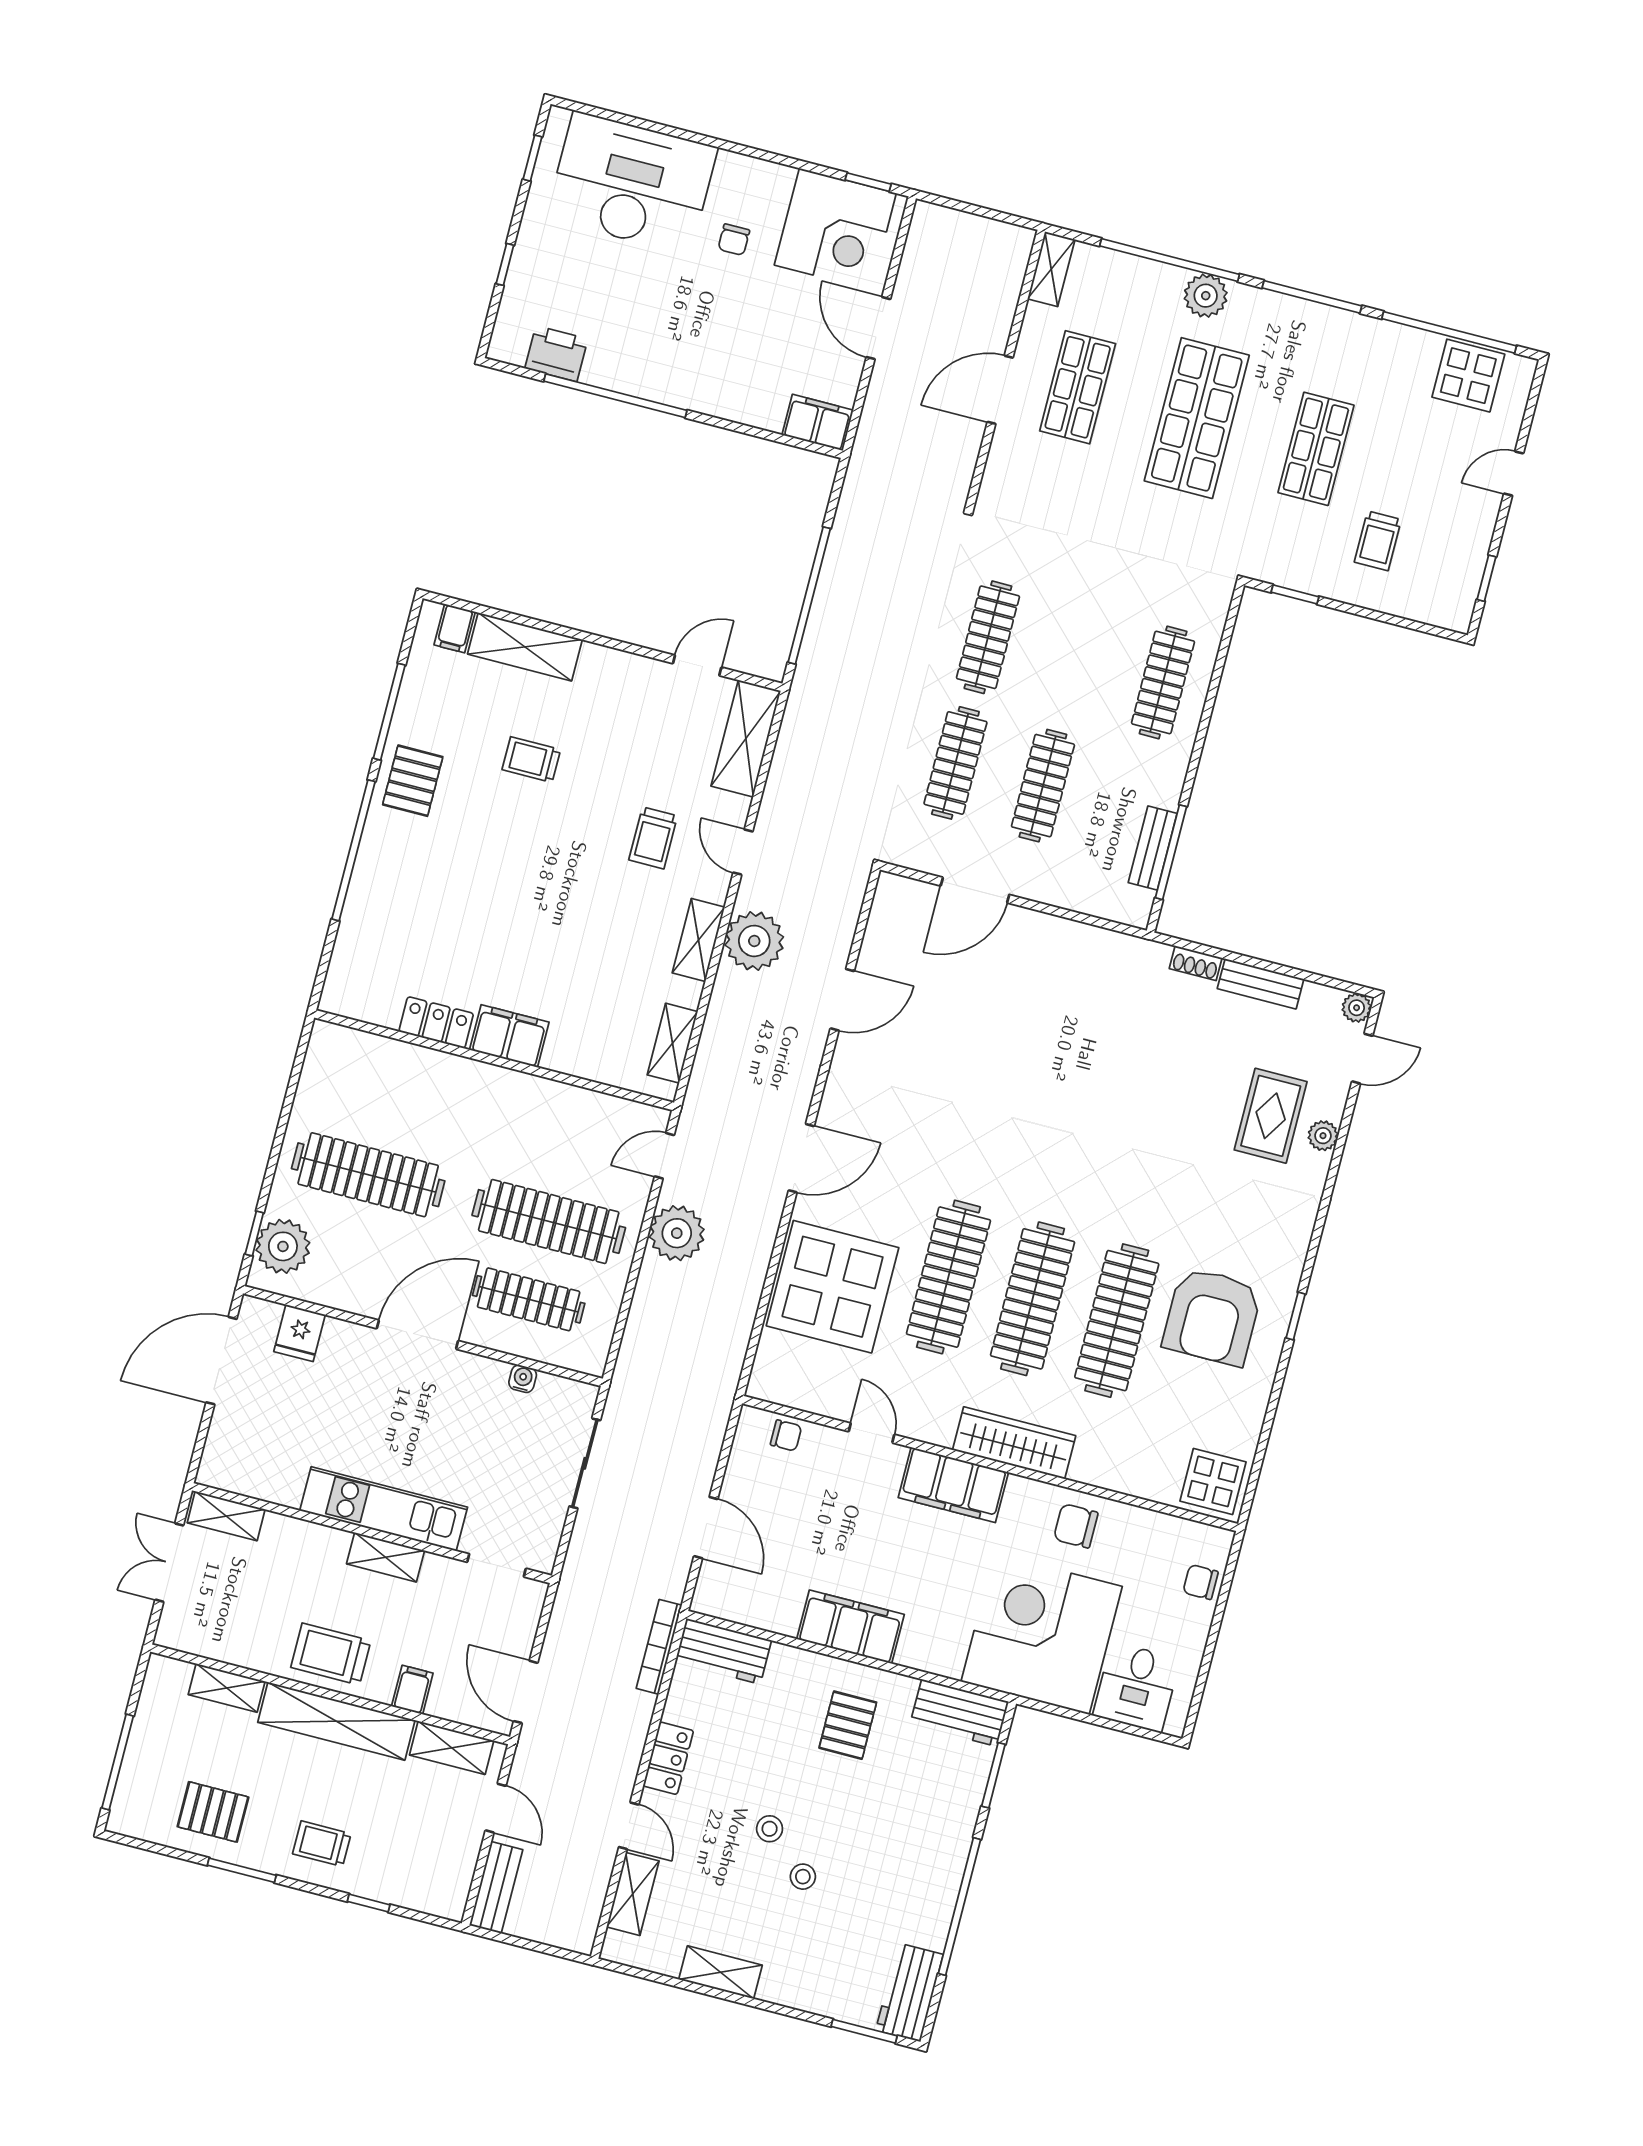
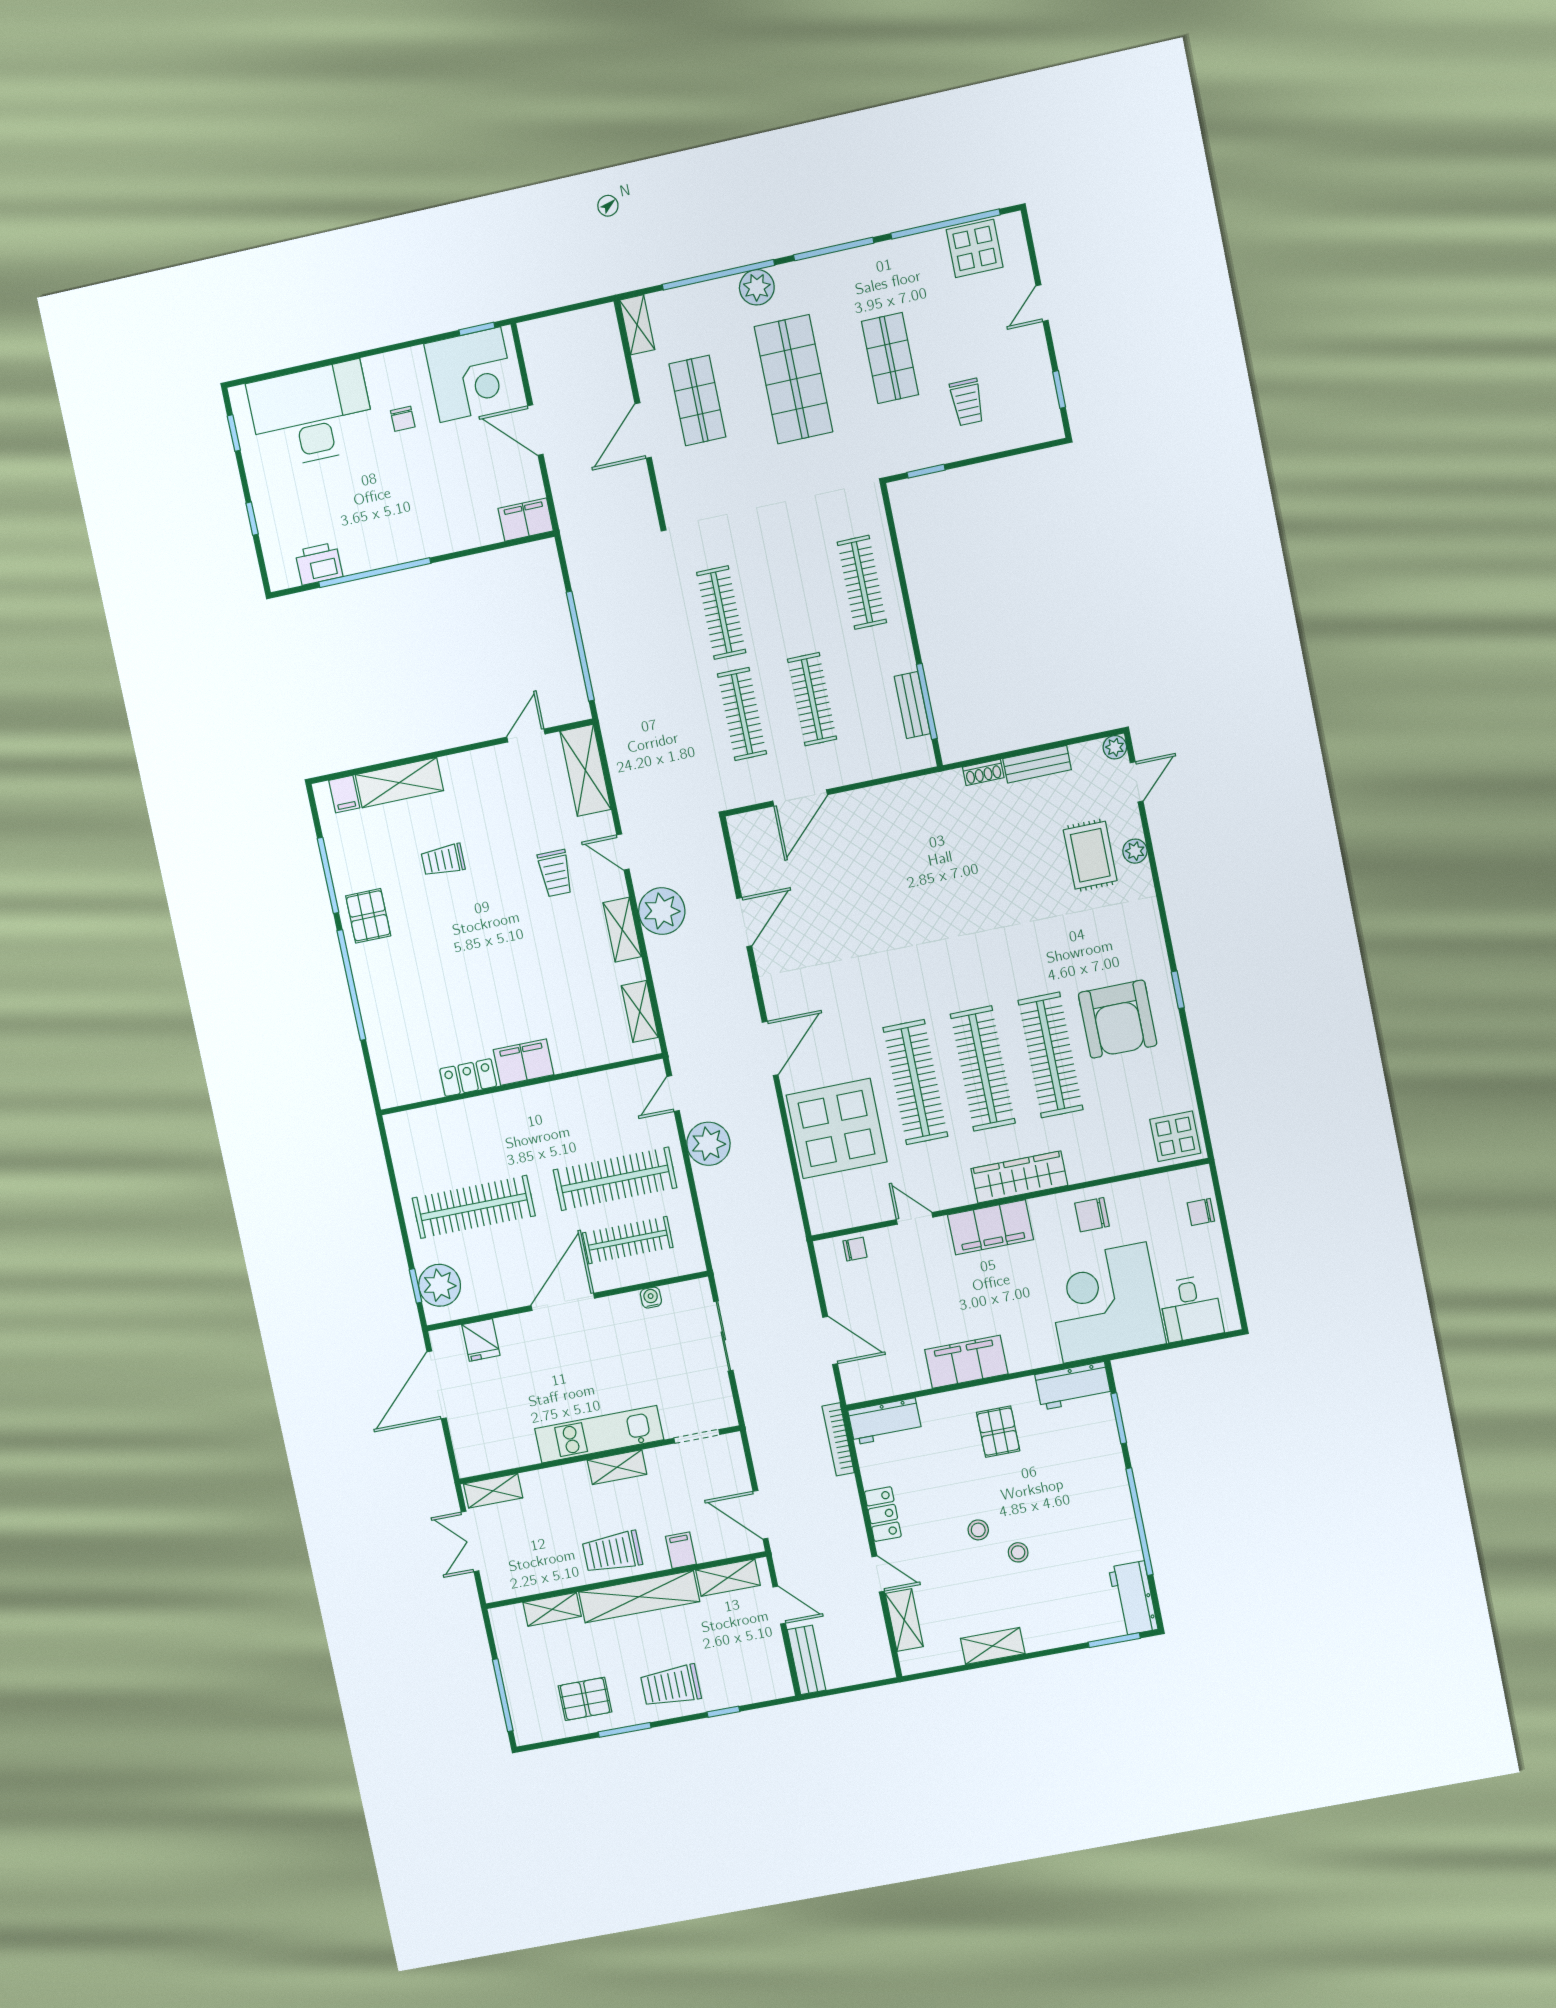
trolley: (322, 1844) -> (671, 1686), width x1.36, depth x1.39

